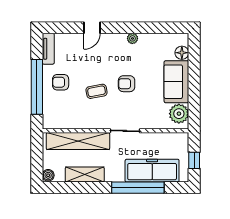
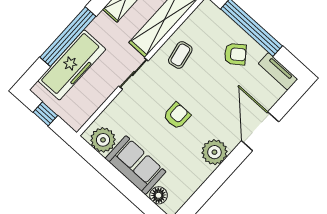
door: (92, 28) -> (260, 131), width x1.87
plant: (132, 38) -> (214, 152), width x1.88, depth x1.88
armchair: (61, 82) -> (235, 54), turned 53
coffee table: (97, 91) -> (180, 55), moved

